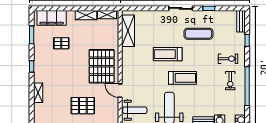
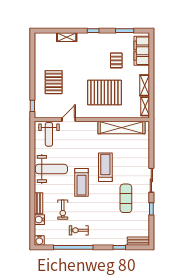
shelving: (128, 31) -> (122, 128), width x1.47
exercise bike: (228, 59) -> (63, 210), moved
pallet: (102, 66) -> (104, 93), moved

